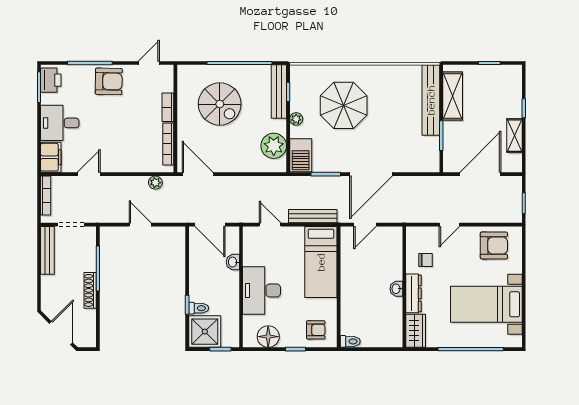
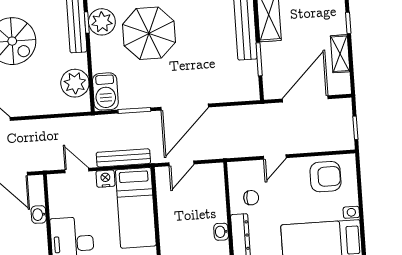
plant: (296, 119) -> (102, 22), moved, width x1.87, depth x1.87
nightstand: (295, 234) -> (105, 179), added

